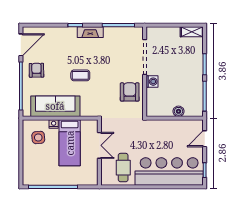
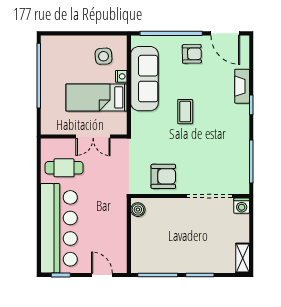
fireplace: (90, 32) -> (242, 86), moved
washing machine: (152, 82) -> (242, 206), moved
boiler: (179, 111) -> (138, 210), moved

